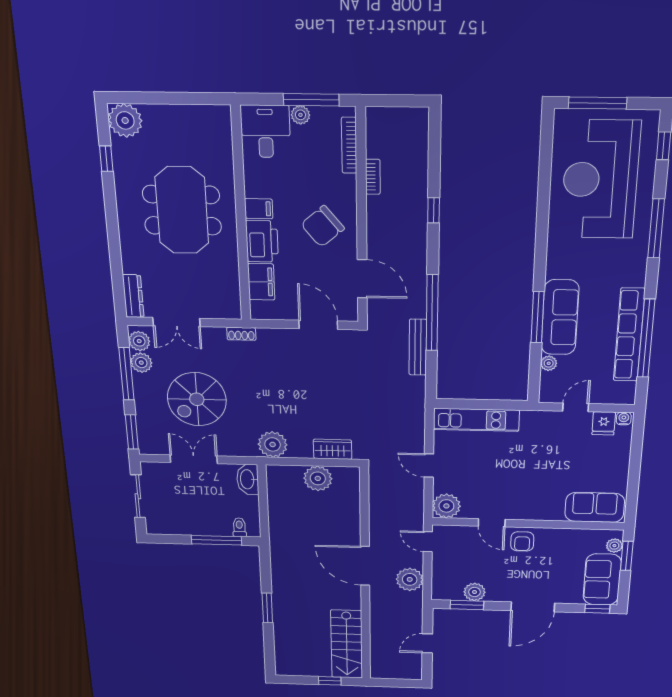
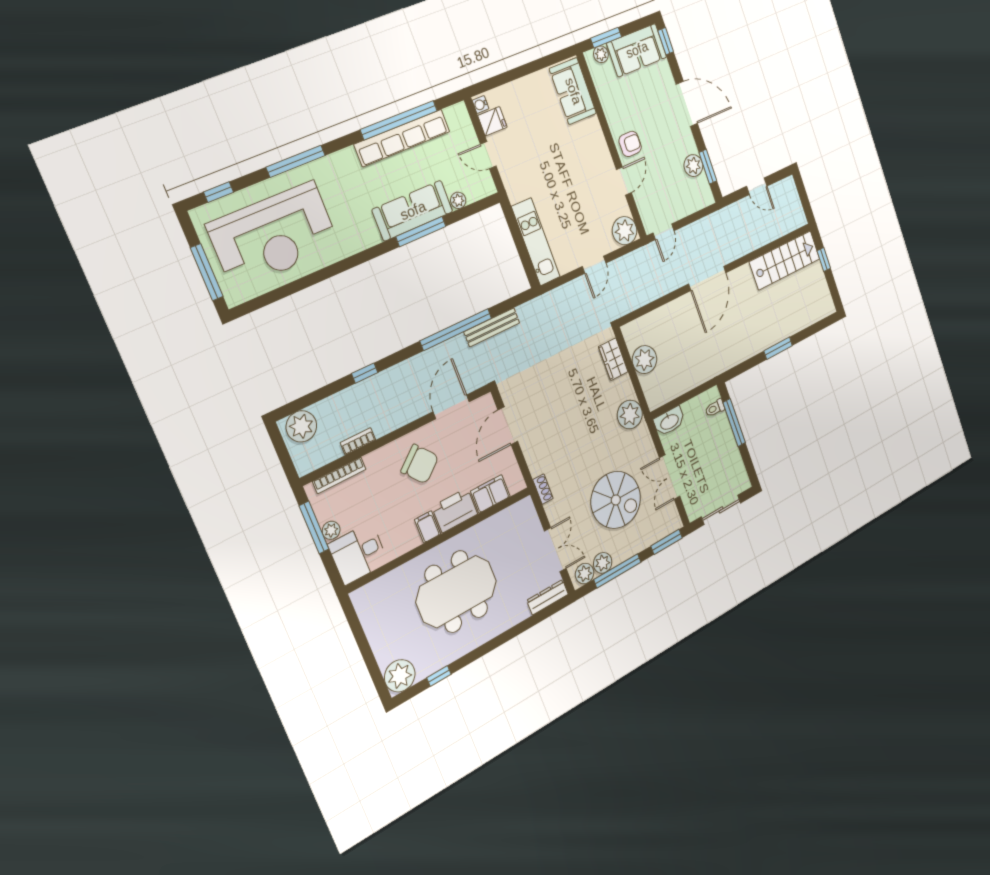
plant: (410, 579) -> (301, 426), moved

